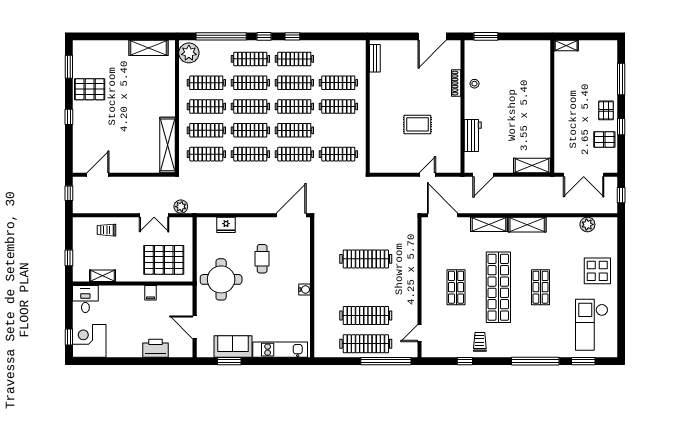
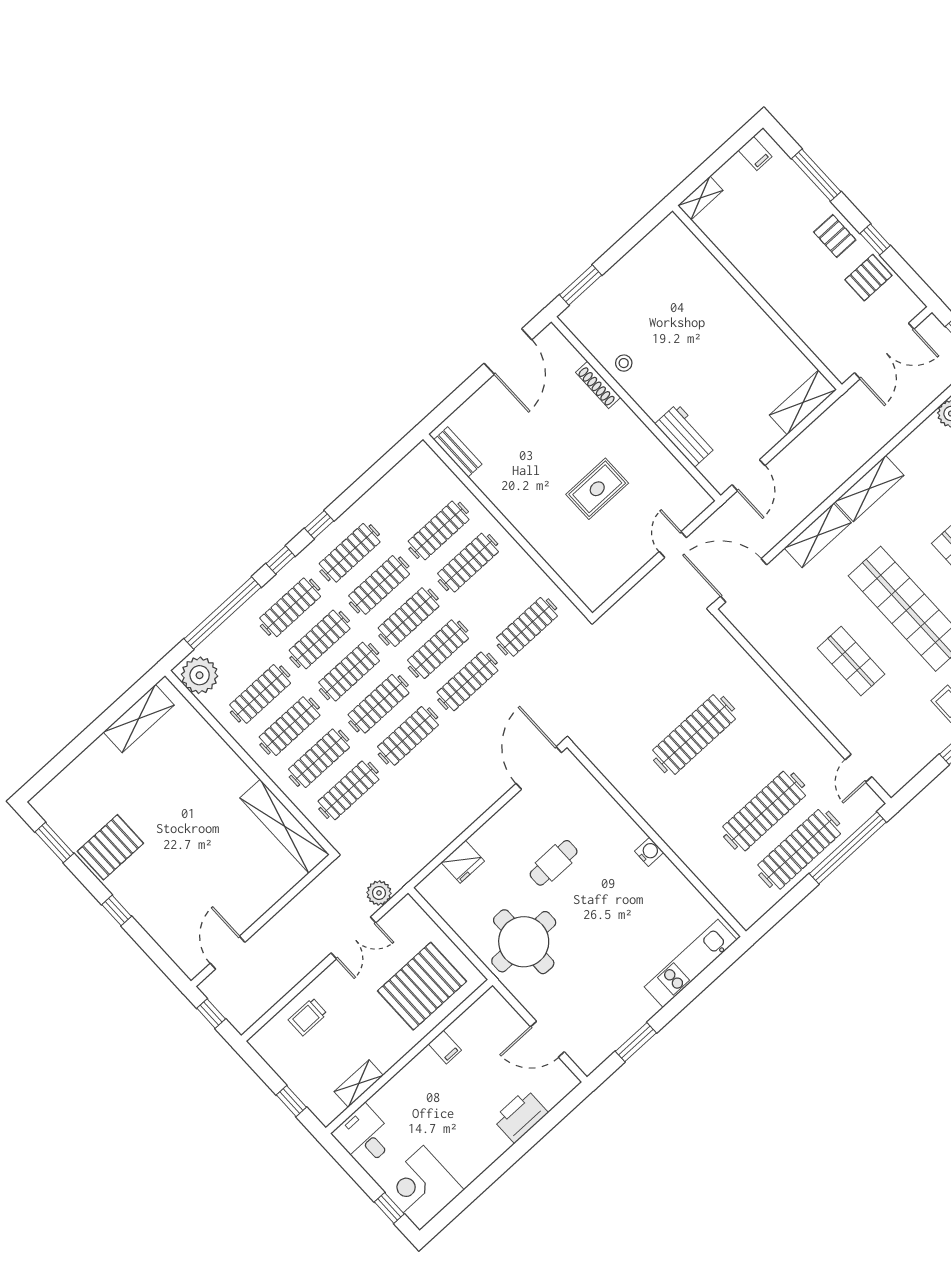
filing cabinet: (604, 48) -> (755, 153), added
cafe table: (262, 259) -> (554, 863), turned 90
sofa: (233, 346) -> (623, 1017), removed

